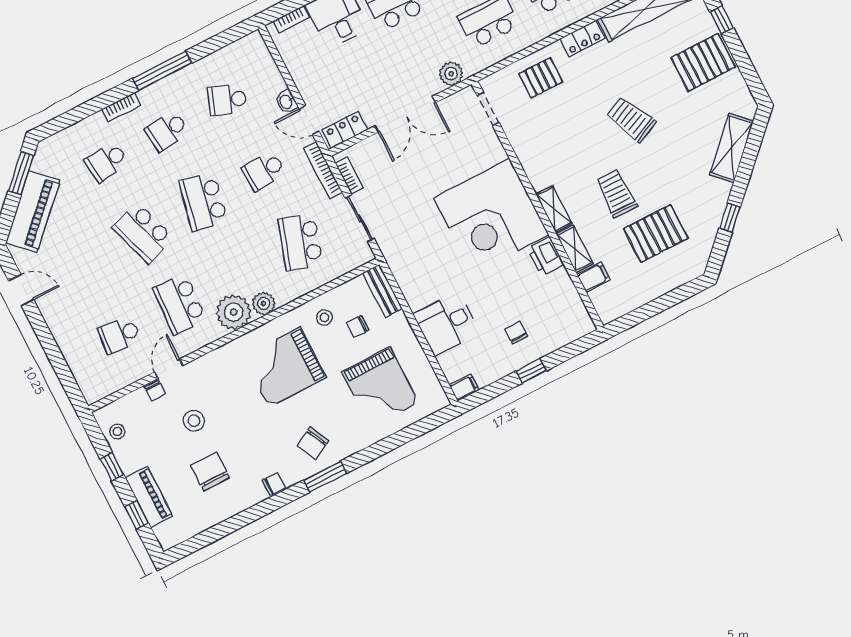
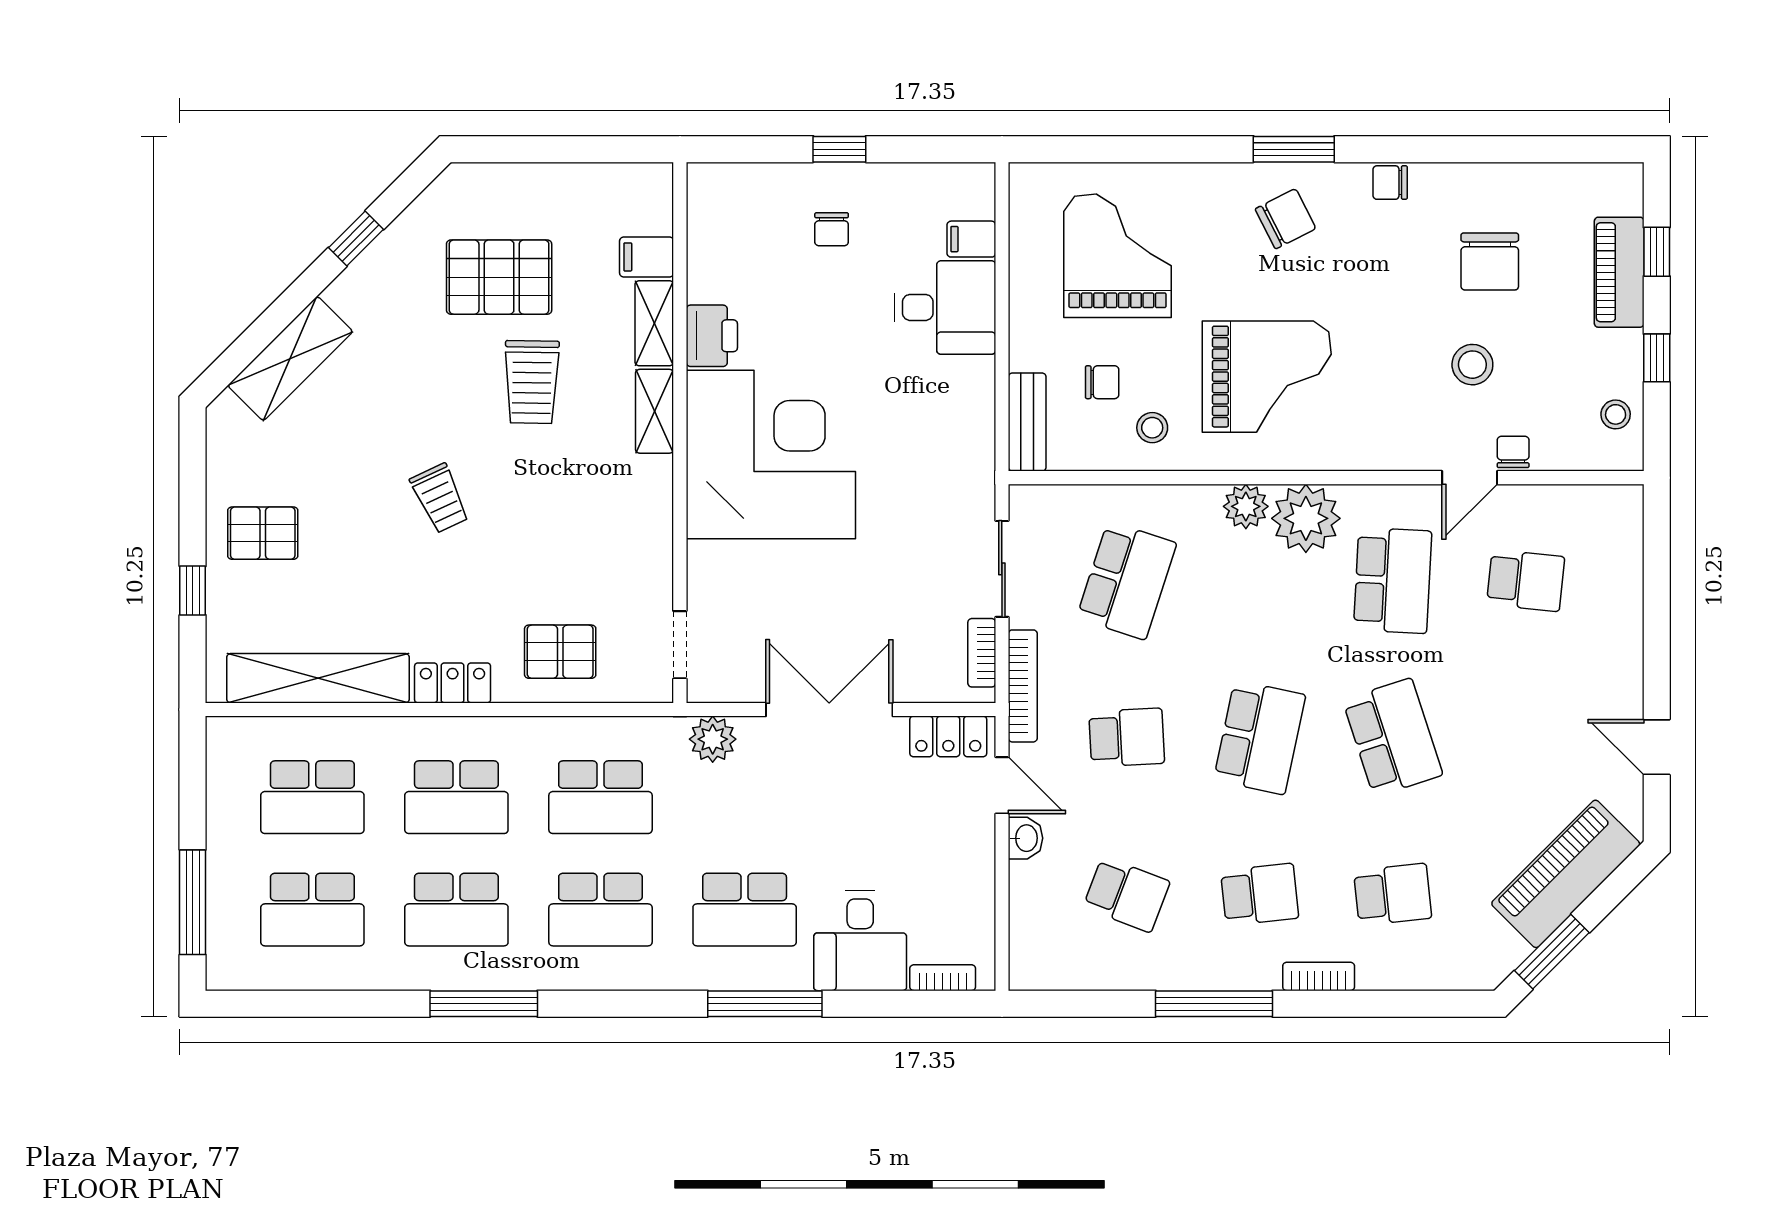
pallet: (703, 62) -> (263, 533), width x0.67, depth x0.71
trolley: (631, 119) -> (440, 498), width x0.73, depth x0.72
filing cabinet: (464, 387) -> (971, 239), moved

